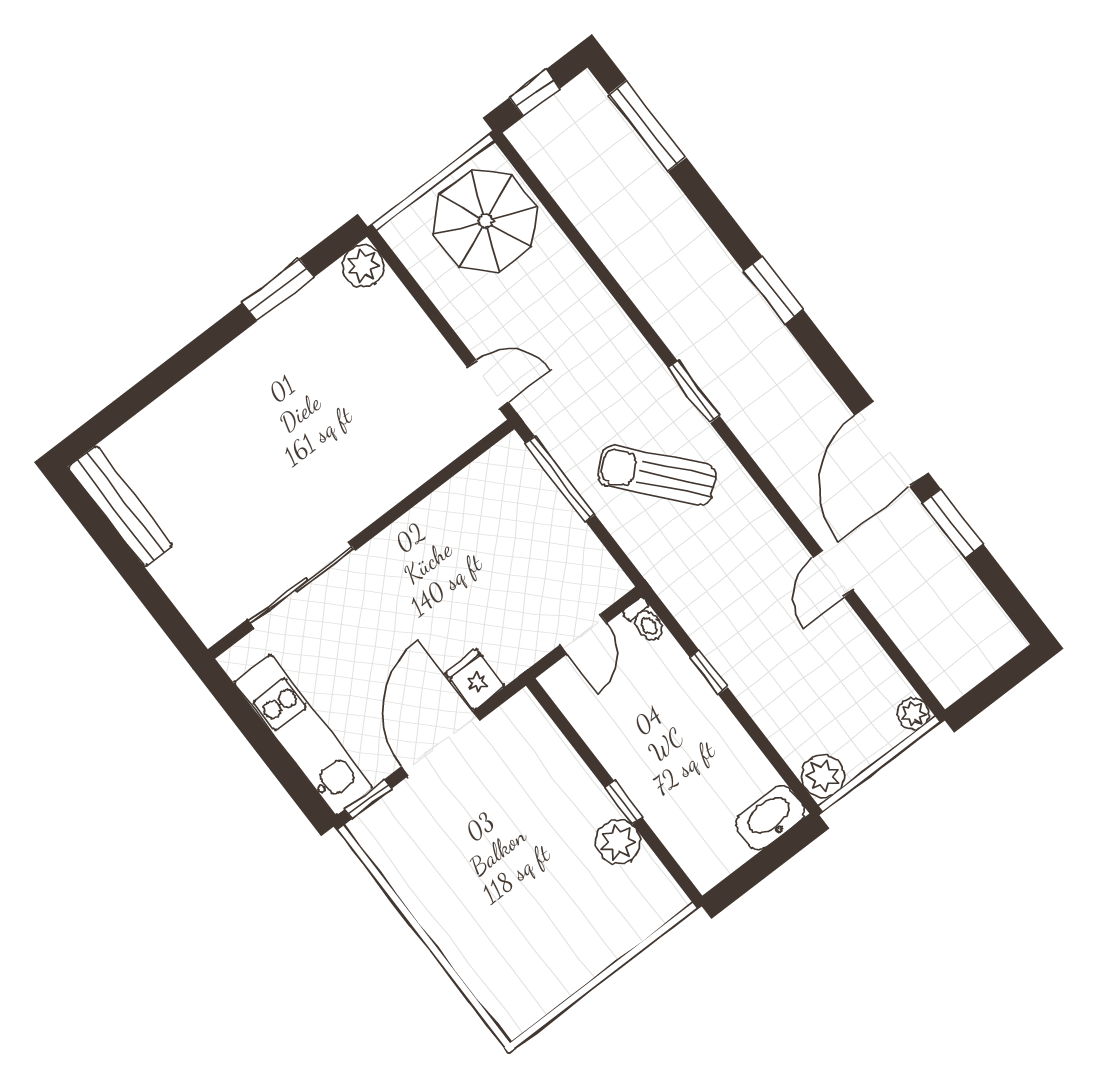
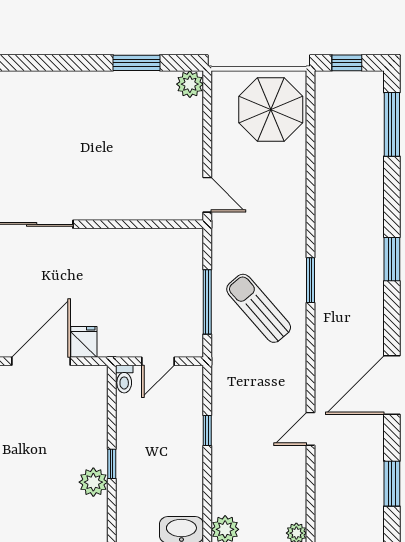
window: (560, 479) -> (207, 302), moved
window: (953, 524) -> (392, 484), moved
toilet: (645, 621) -> (124, 379), moved

